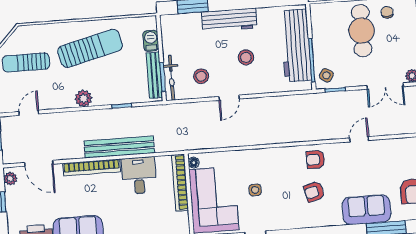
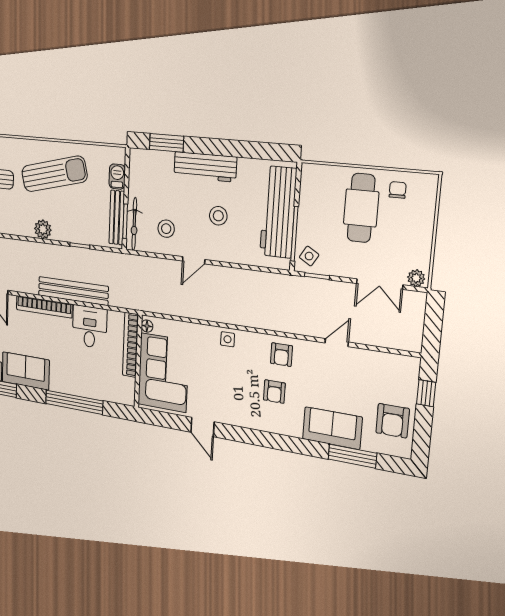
armchair: (316, 160) -> (281, 355), turned -90
side table: (255, 190) -> (228, 339), moved
armchair: (314, 192) -> (274, 392), turned -76

